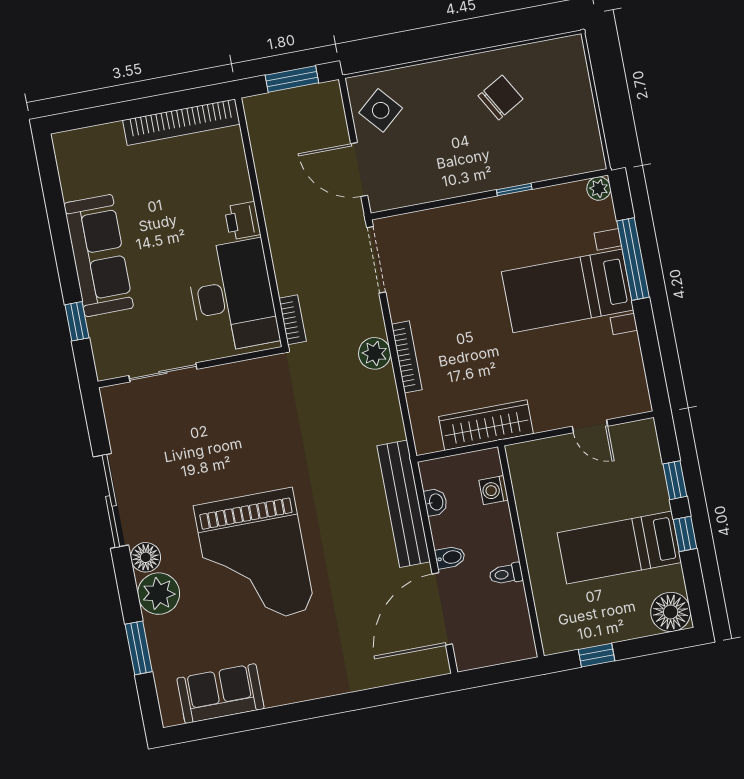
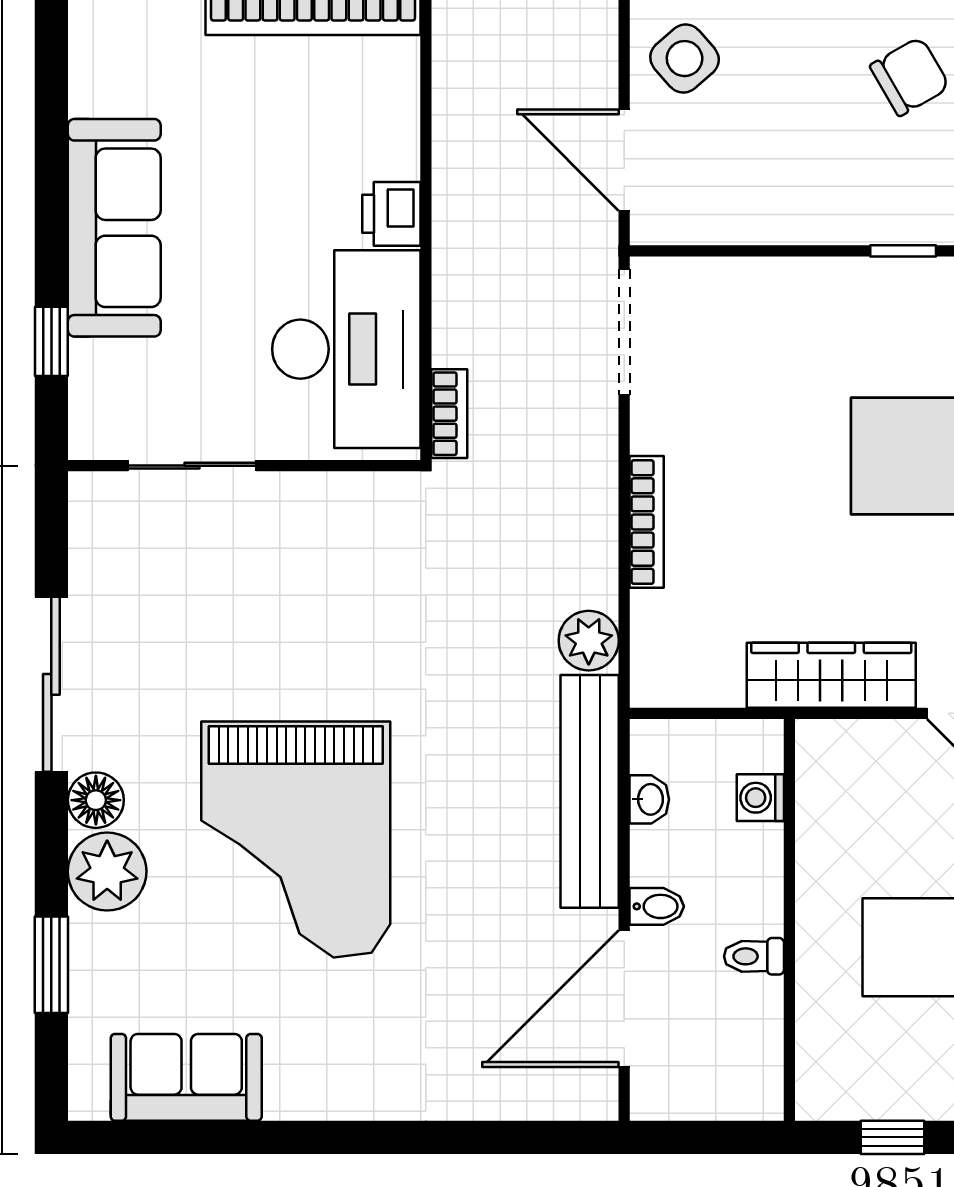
plant: (375, 353) -> (589, 641), moved
wardrobe: (486, 425) -> (831, 675), moved

